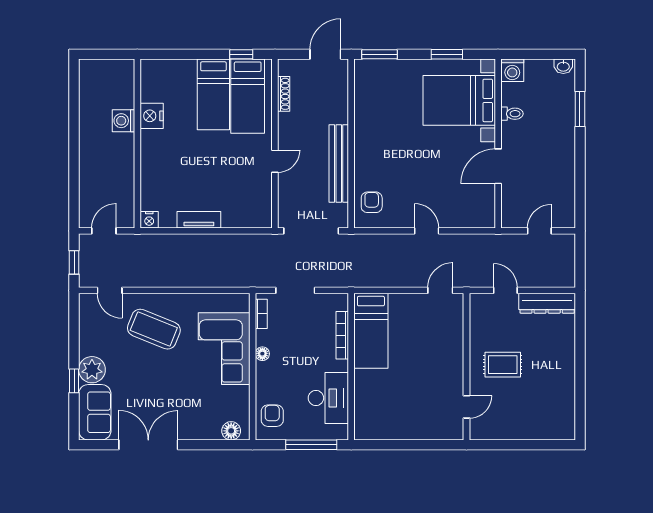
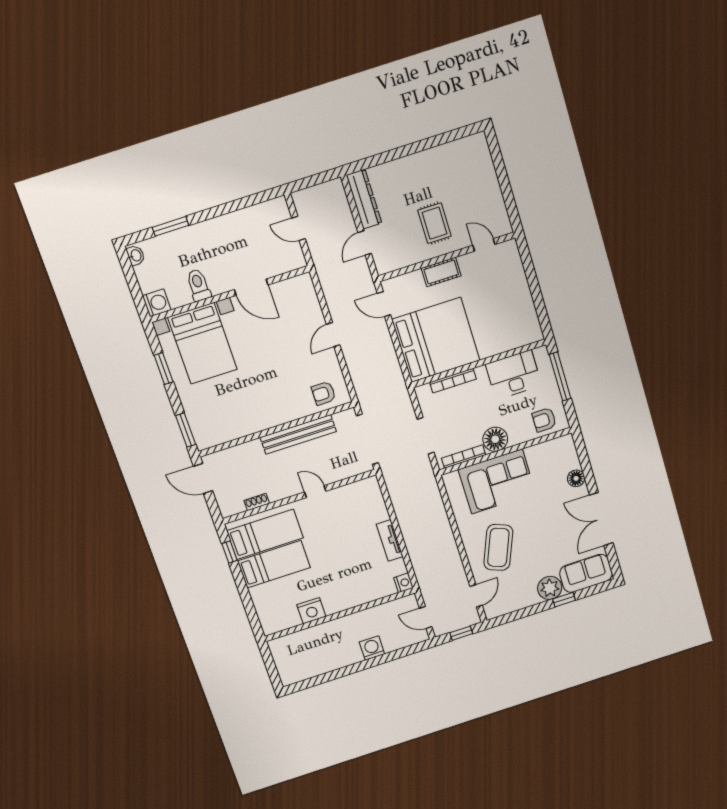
shoe rack: (284, 94) -> (257, 502), width x0.70
toilet: (512, 114) -> (198, 285), width x1.37, depth x1.39
washing machine: (123, 121) -> (372, 648), moved, turned 180
bookcase: (261, 314) -> (464, 457), width x1.56
bed: (371, 331) -> (436, 340), width x2.04
floor lamp: (262, 354) -> (495, 439), width x1.89, depth x1.89
cot: (454, 357) -> (441, 272), added
floor lamp: (231, 431) -> (576, 478), moved

